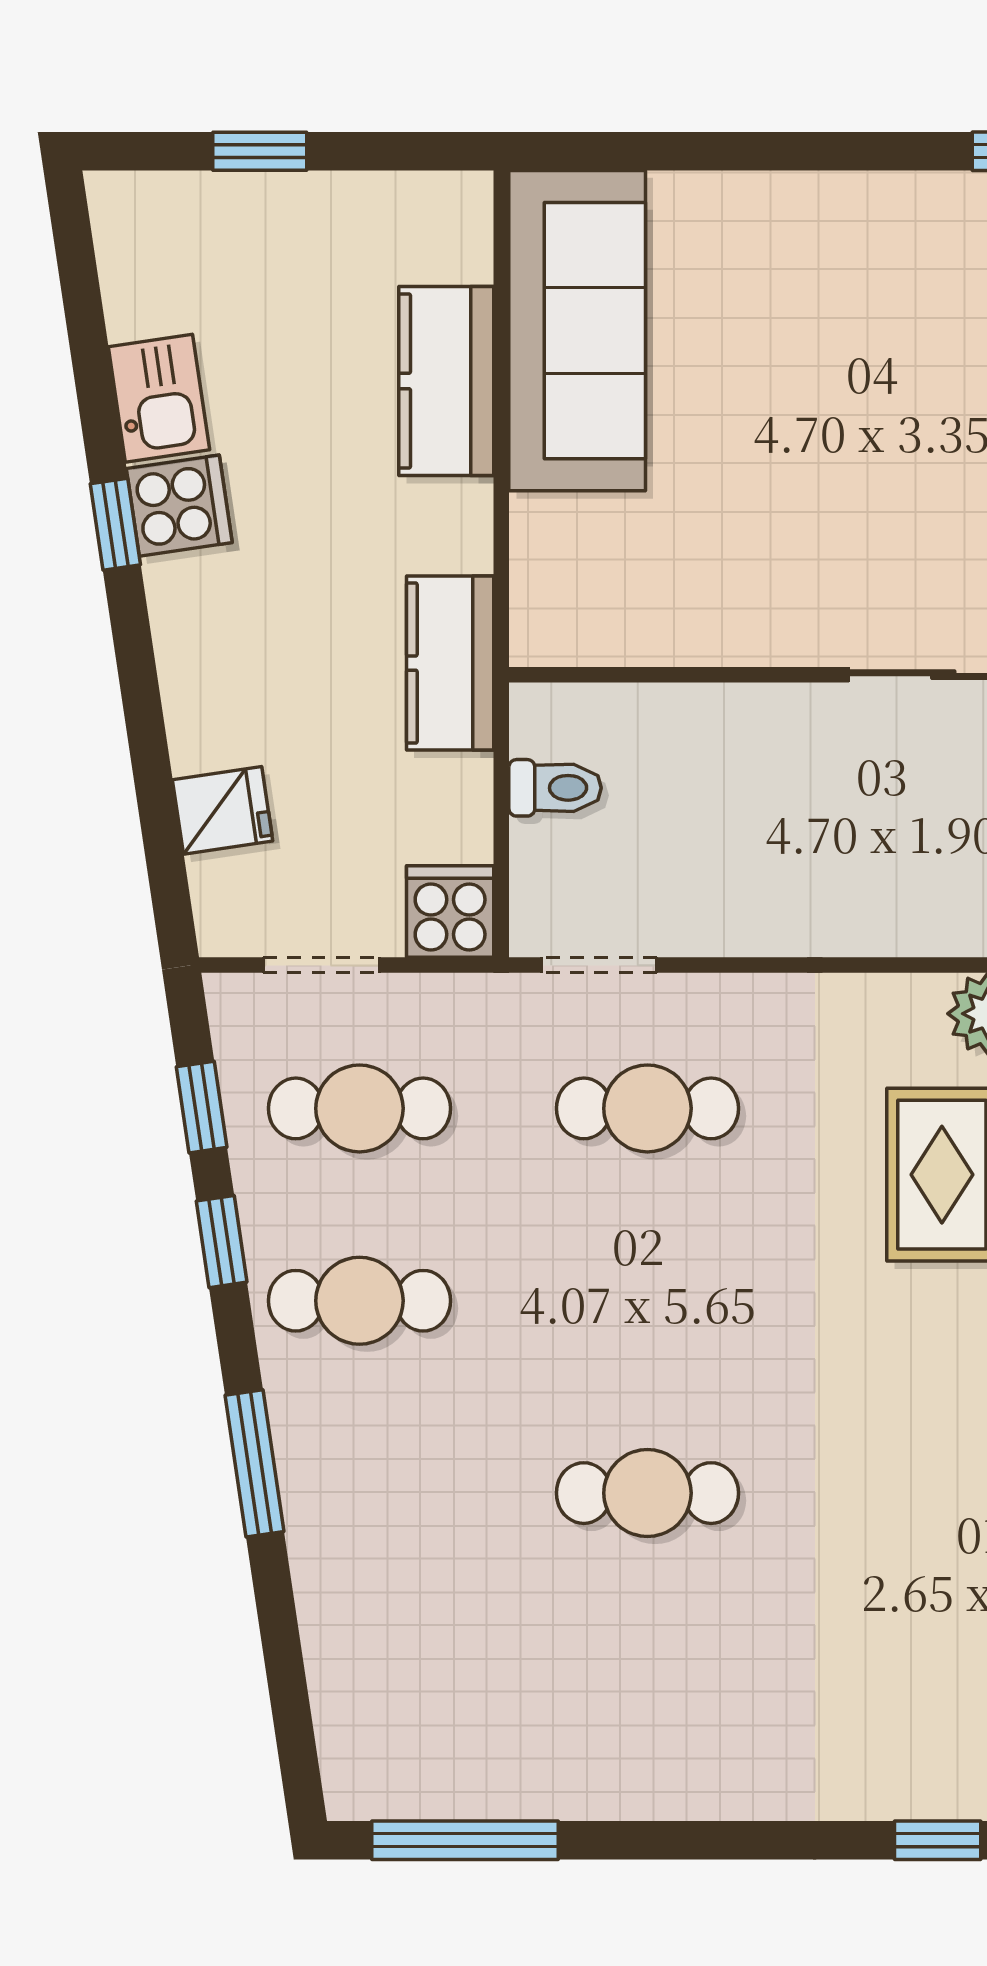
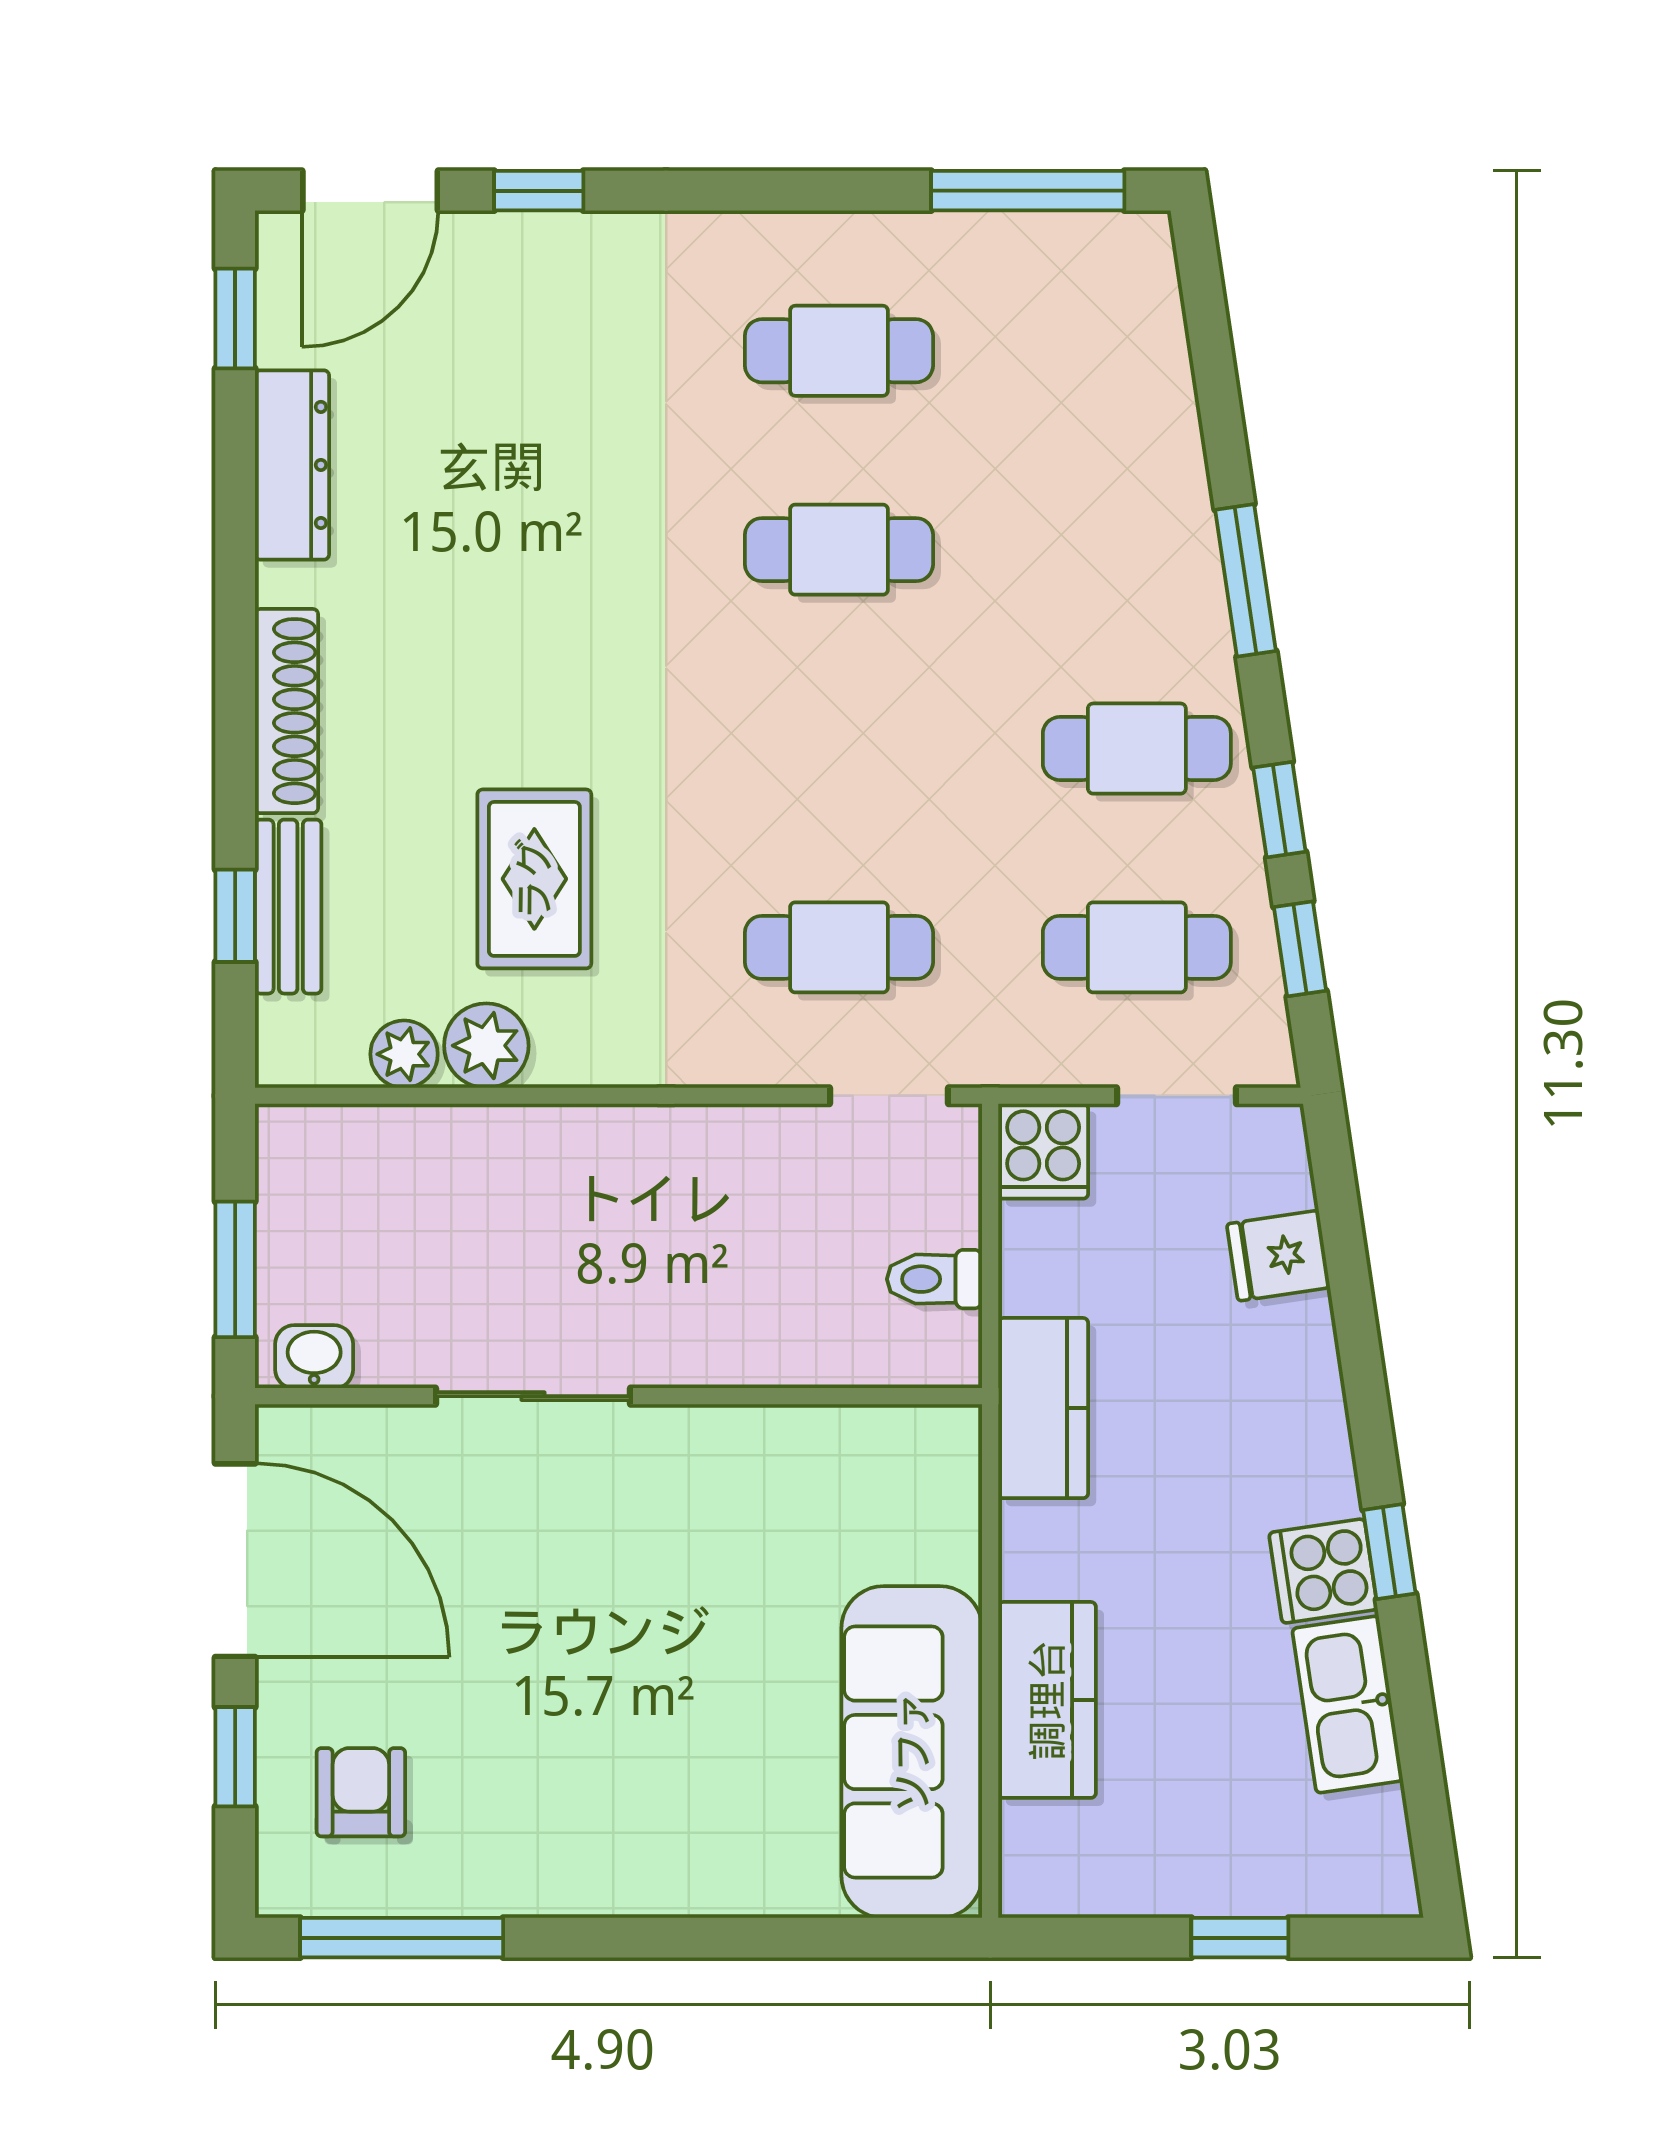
kitchen sink: (159, 398) -> (1348, 1705), width x1.38
cafe table: (647, 1685) -> (839, 351), added

